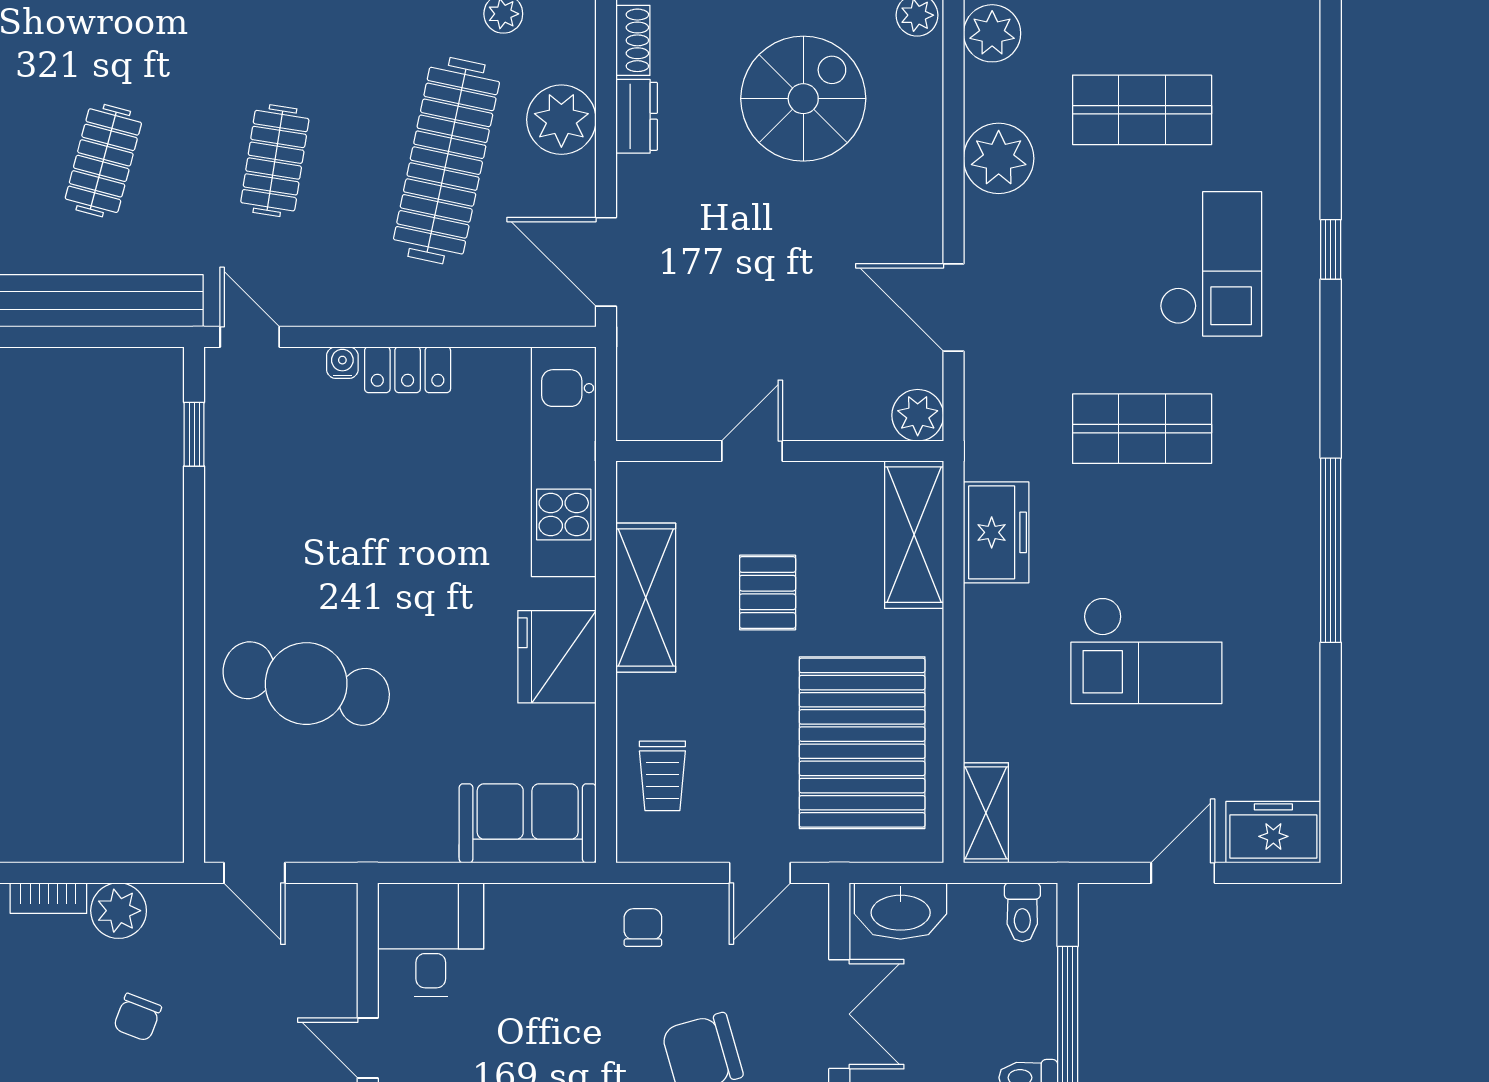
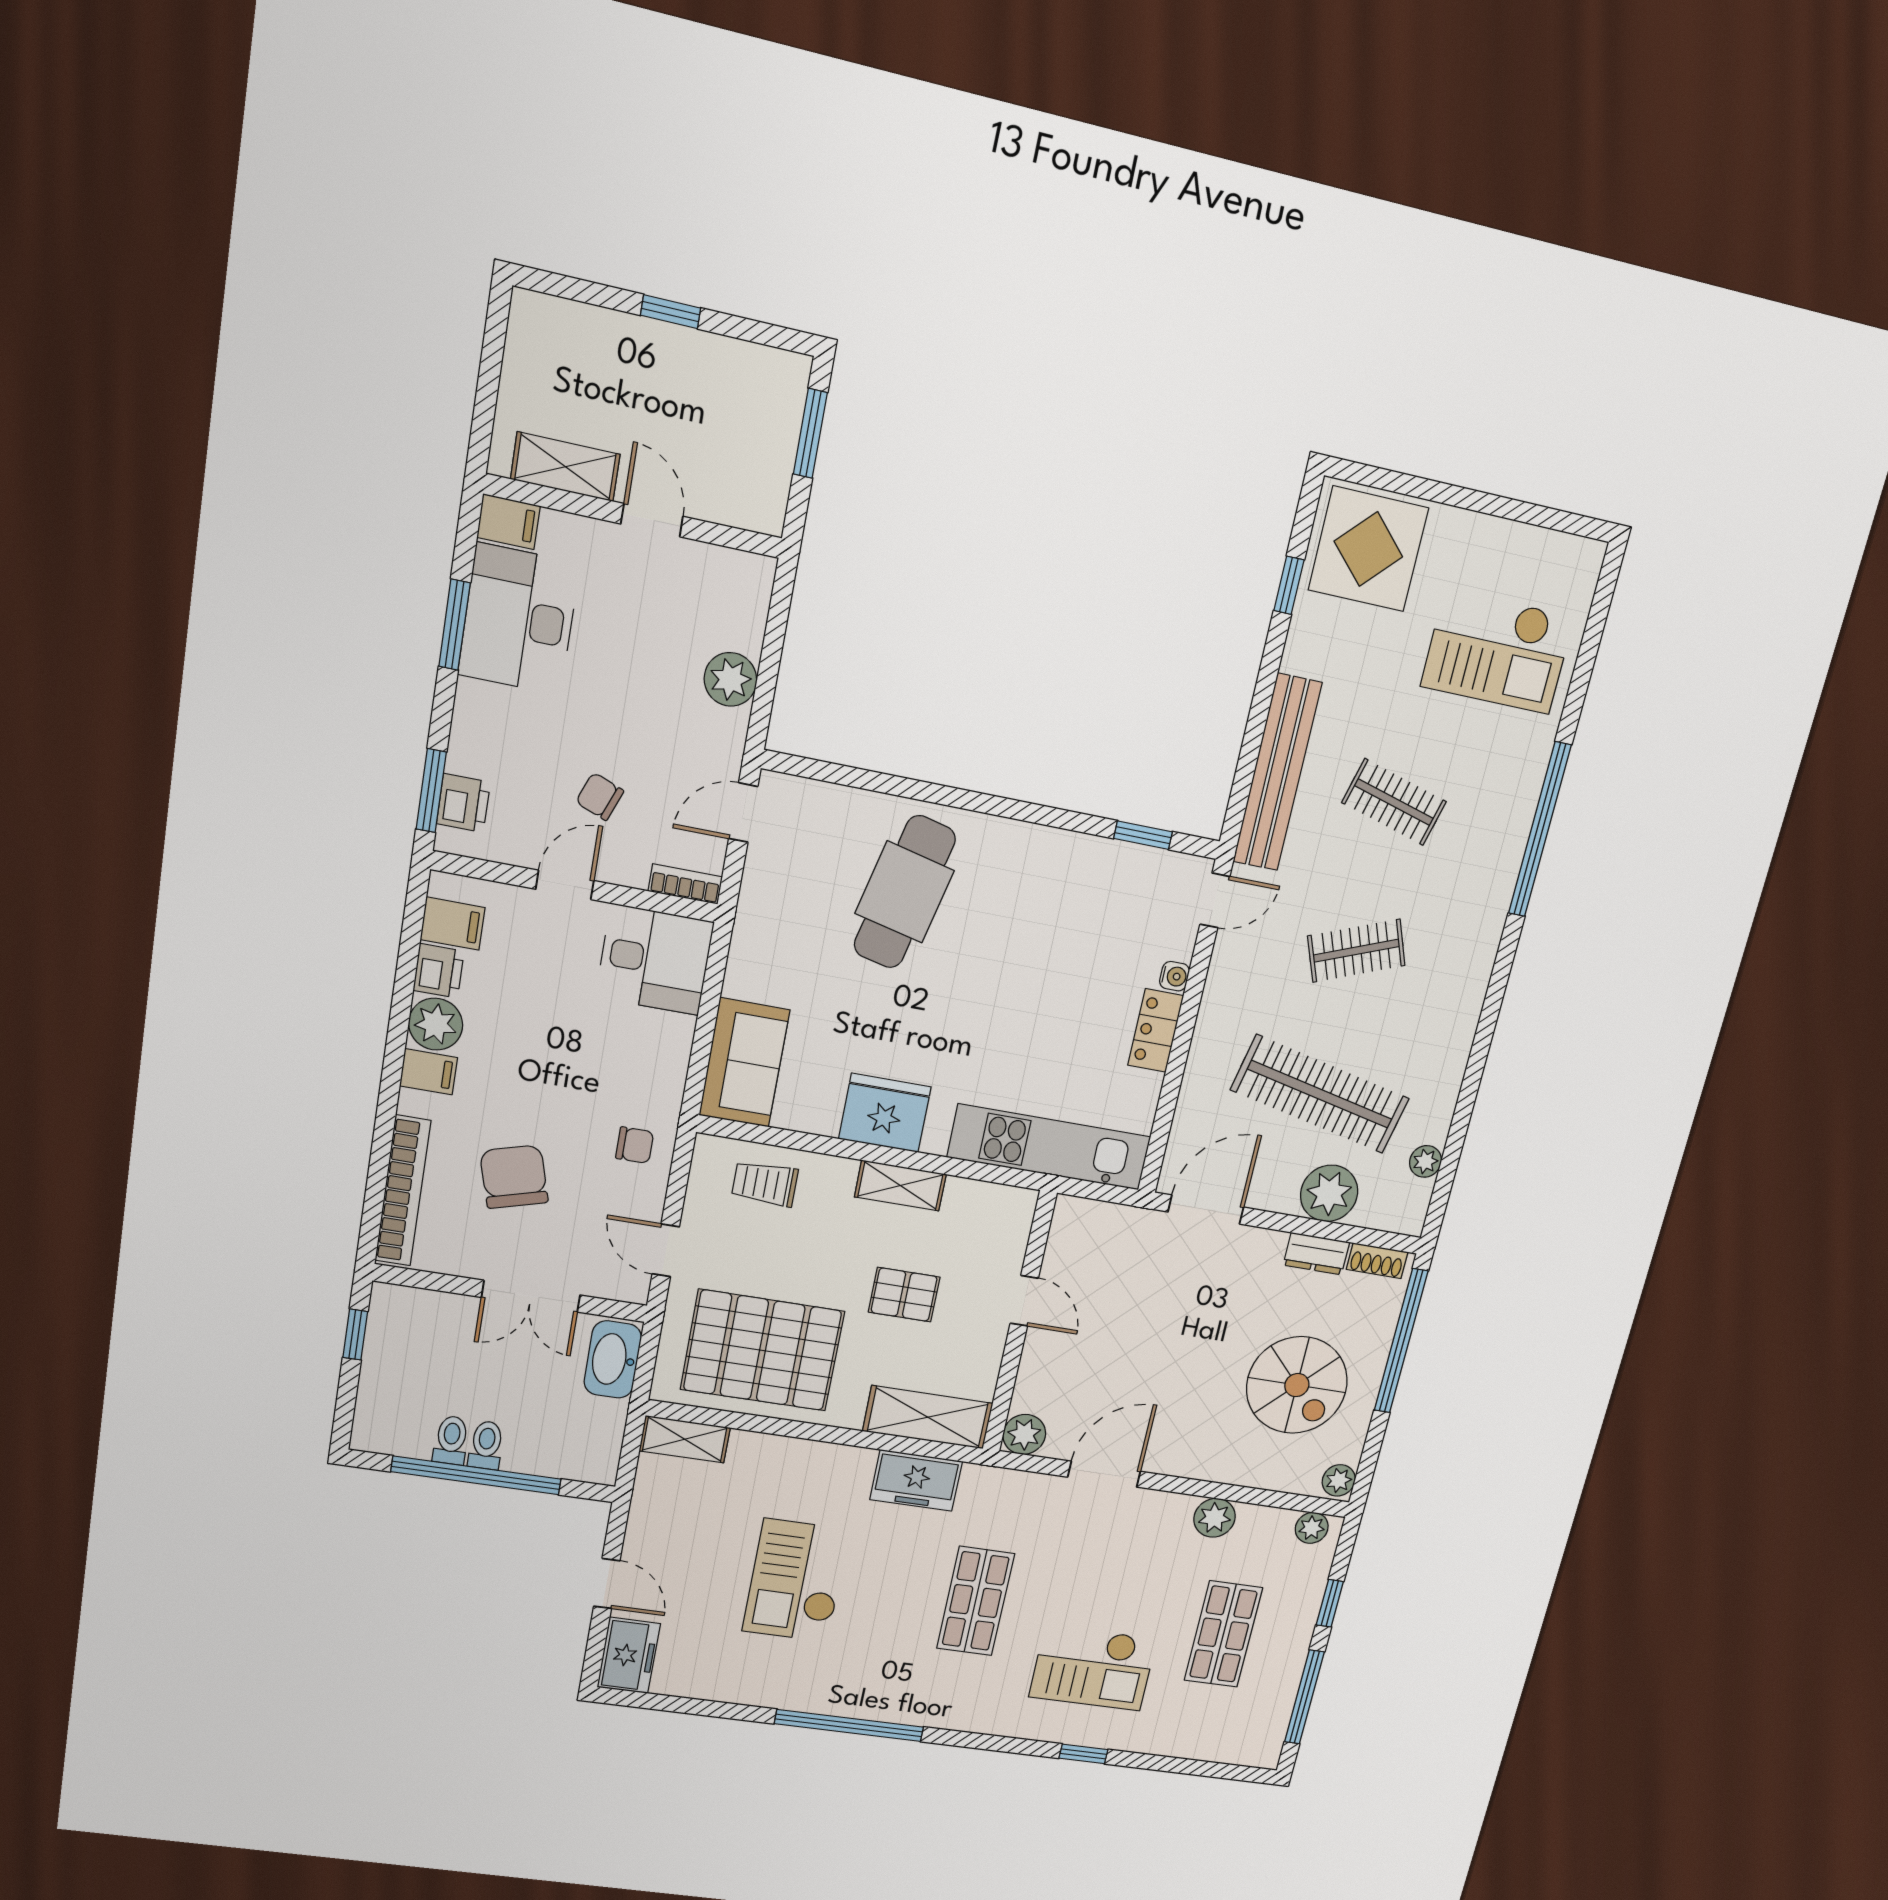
plant: (992, 33) -> (1312, 1528), width x0.73, depth x0.73
plant: (999, 158) -> (1215, 1518), width x0.73, depth x0.73
clothes rail: (275, 161) -> (1356, 951), turned -30
shelving: (646, 598) -> (900, 1186), width x0.67, depth x0.75
bookcase: (48, 898) -> (685, 884), moved, turned 90
toilet: (1022, 912) -> (486, 1445), moved, turned 90
chair: (137, 1017) -> (600, 796), moved

